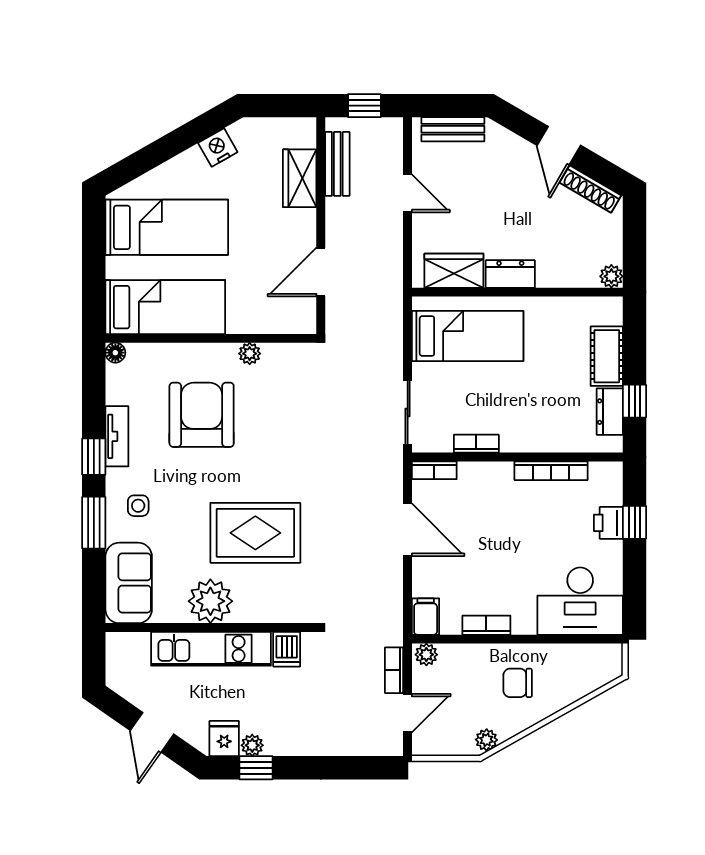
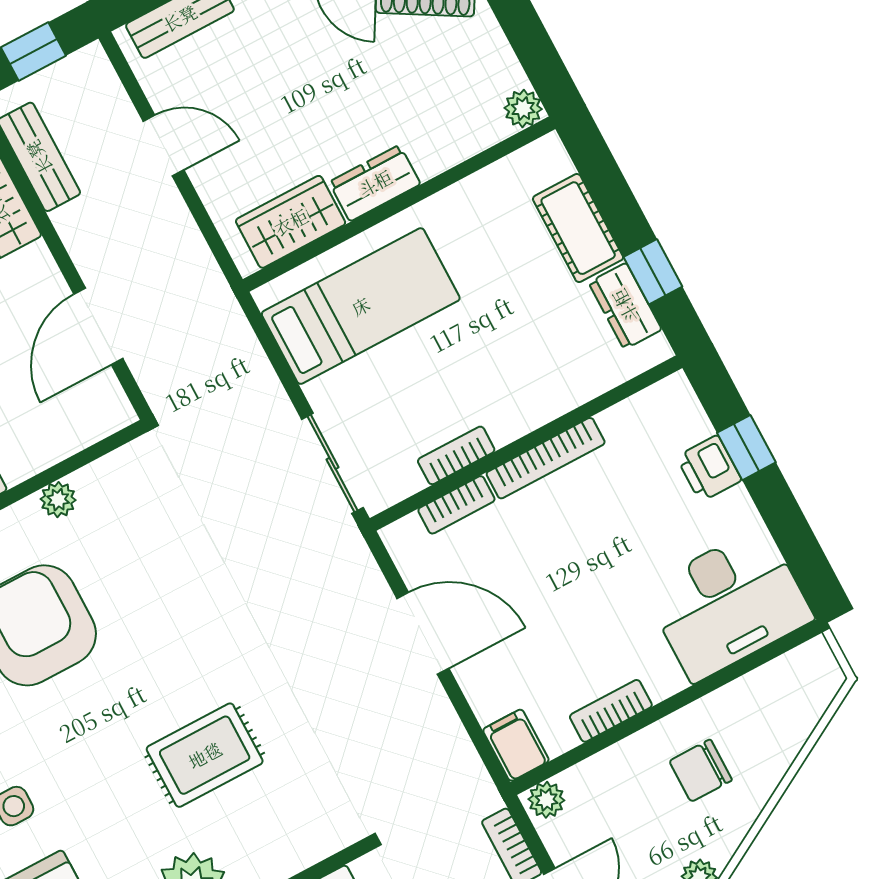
bookcase: (434, 470) -> (456, 505), moved
bookcase: (551, 471) -> (546, 458), moved
rug: (255, 533) -> (205, 755), width x0.73, depth x0.70

